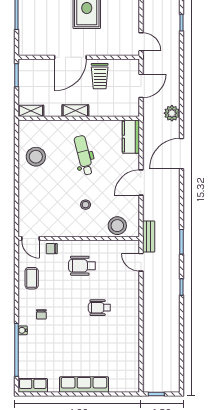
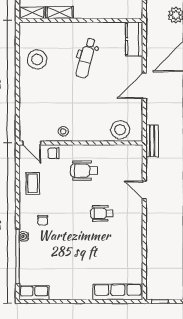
shelving: (75, 111) -> (60, 13), moved
dental chair: (84, 155) -> (86, 58), turned -150
stool: (86, 205) -> (63, 131), moved
door: (141, 262) -> (144, 190), moved
row of seats: (84, 385) -> (118, 292), moved

